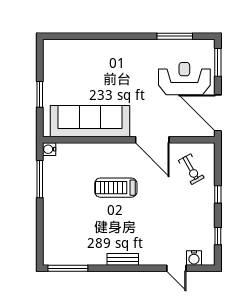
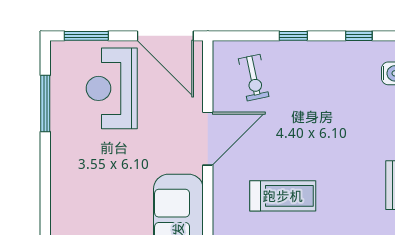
door: (218, 113) -> (165, 36), hinge flipped
exercise bike: (191, 169) -> (254, 78), turned 107
treadmill: (116, 188) -> (283, 196), turned -90

